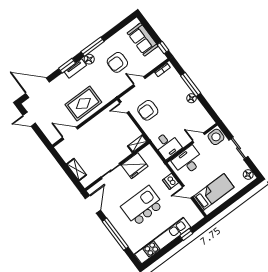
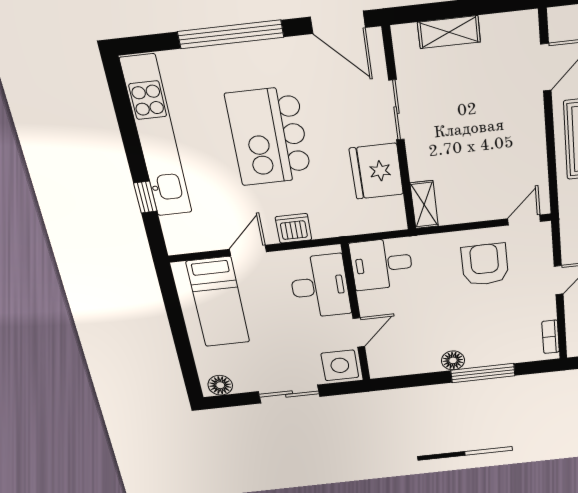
kitchen island: (142, 206) -> (269, 136), turned 180

